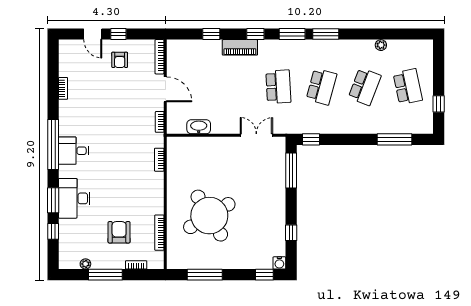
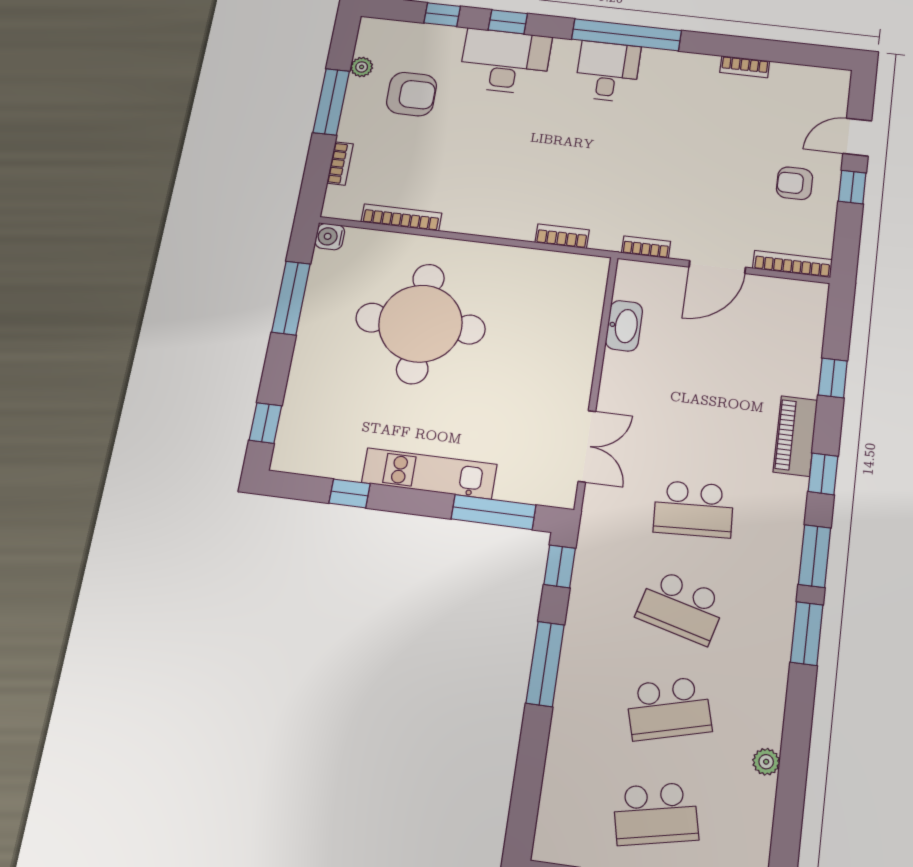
school desk: (365, 87) -> (669, 709), turned -36
window: (394, 139) -> (545, 664), moved
window: (53, 200) -> (508, 22), width x0.67
kitchen unit: (278, 200) -> (429, 473), added
round table: (209, 216) -> (420, 324), turned 31
armchair: (119, 232) -> (412, 94), moved
water cooler: (279, 263) -> (330, 237), moved

